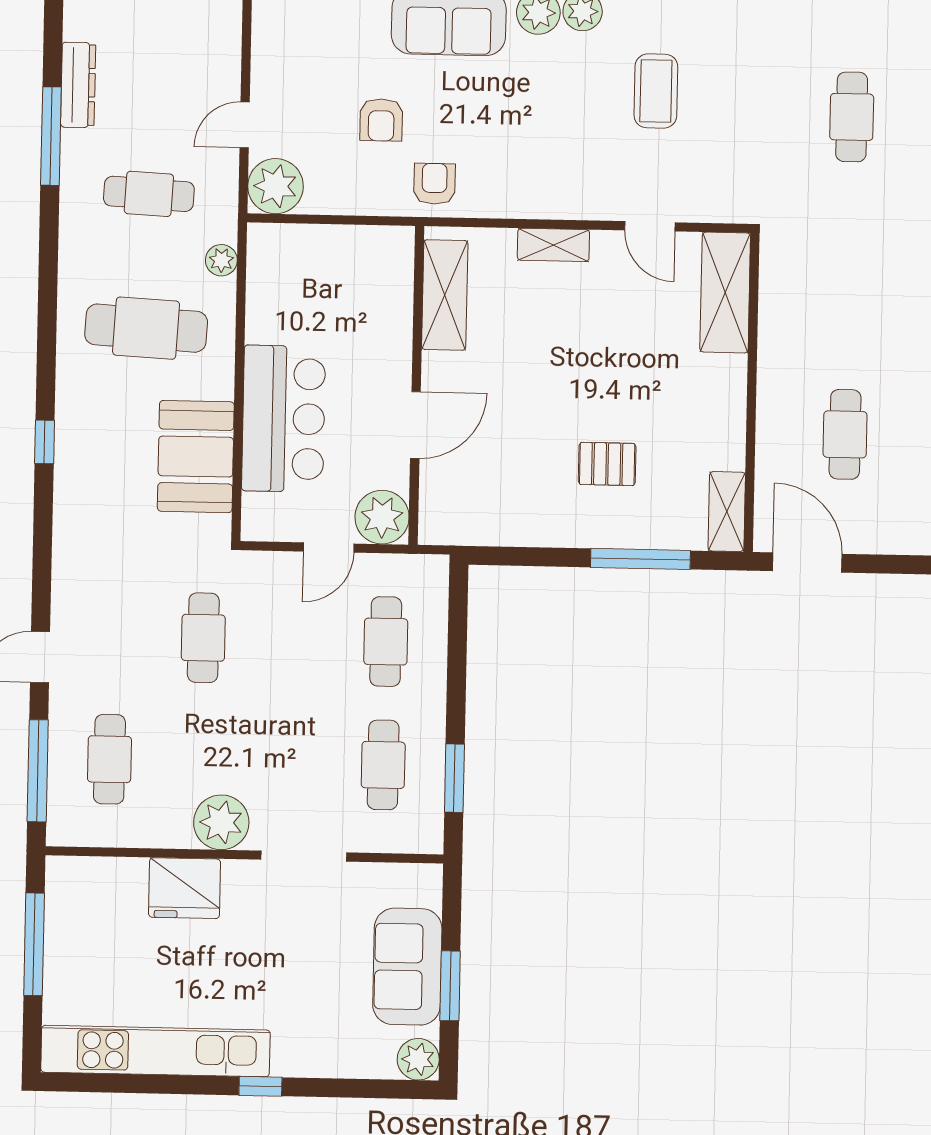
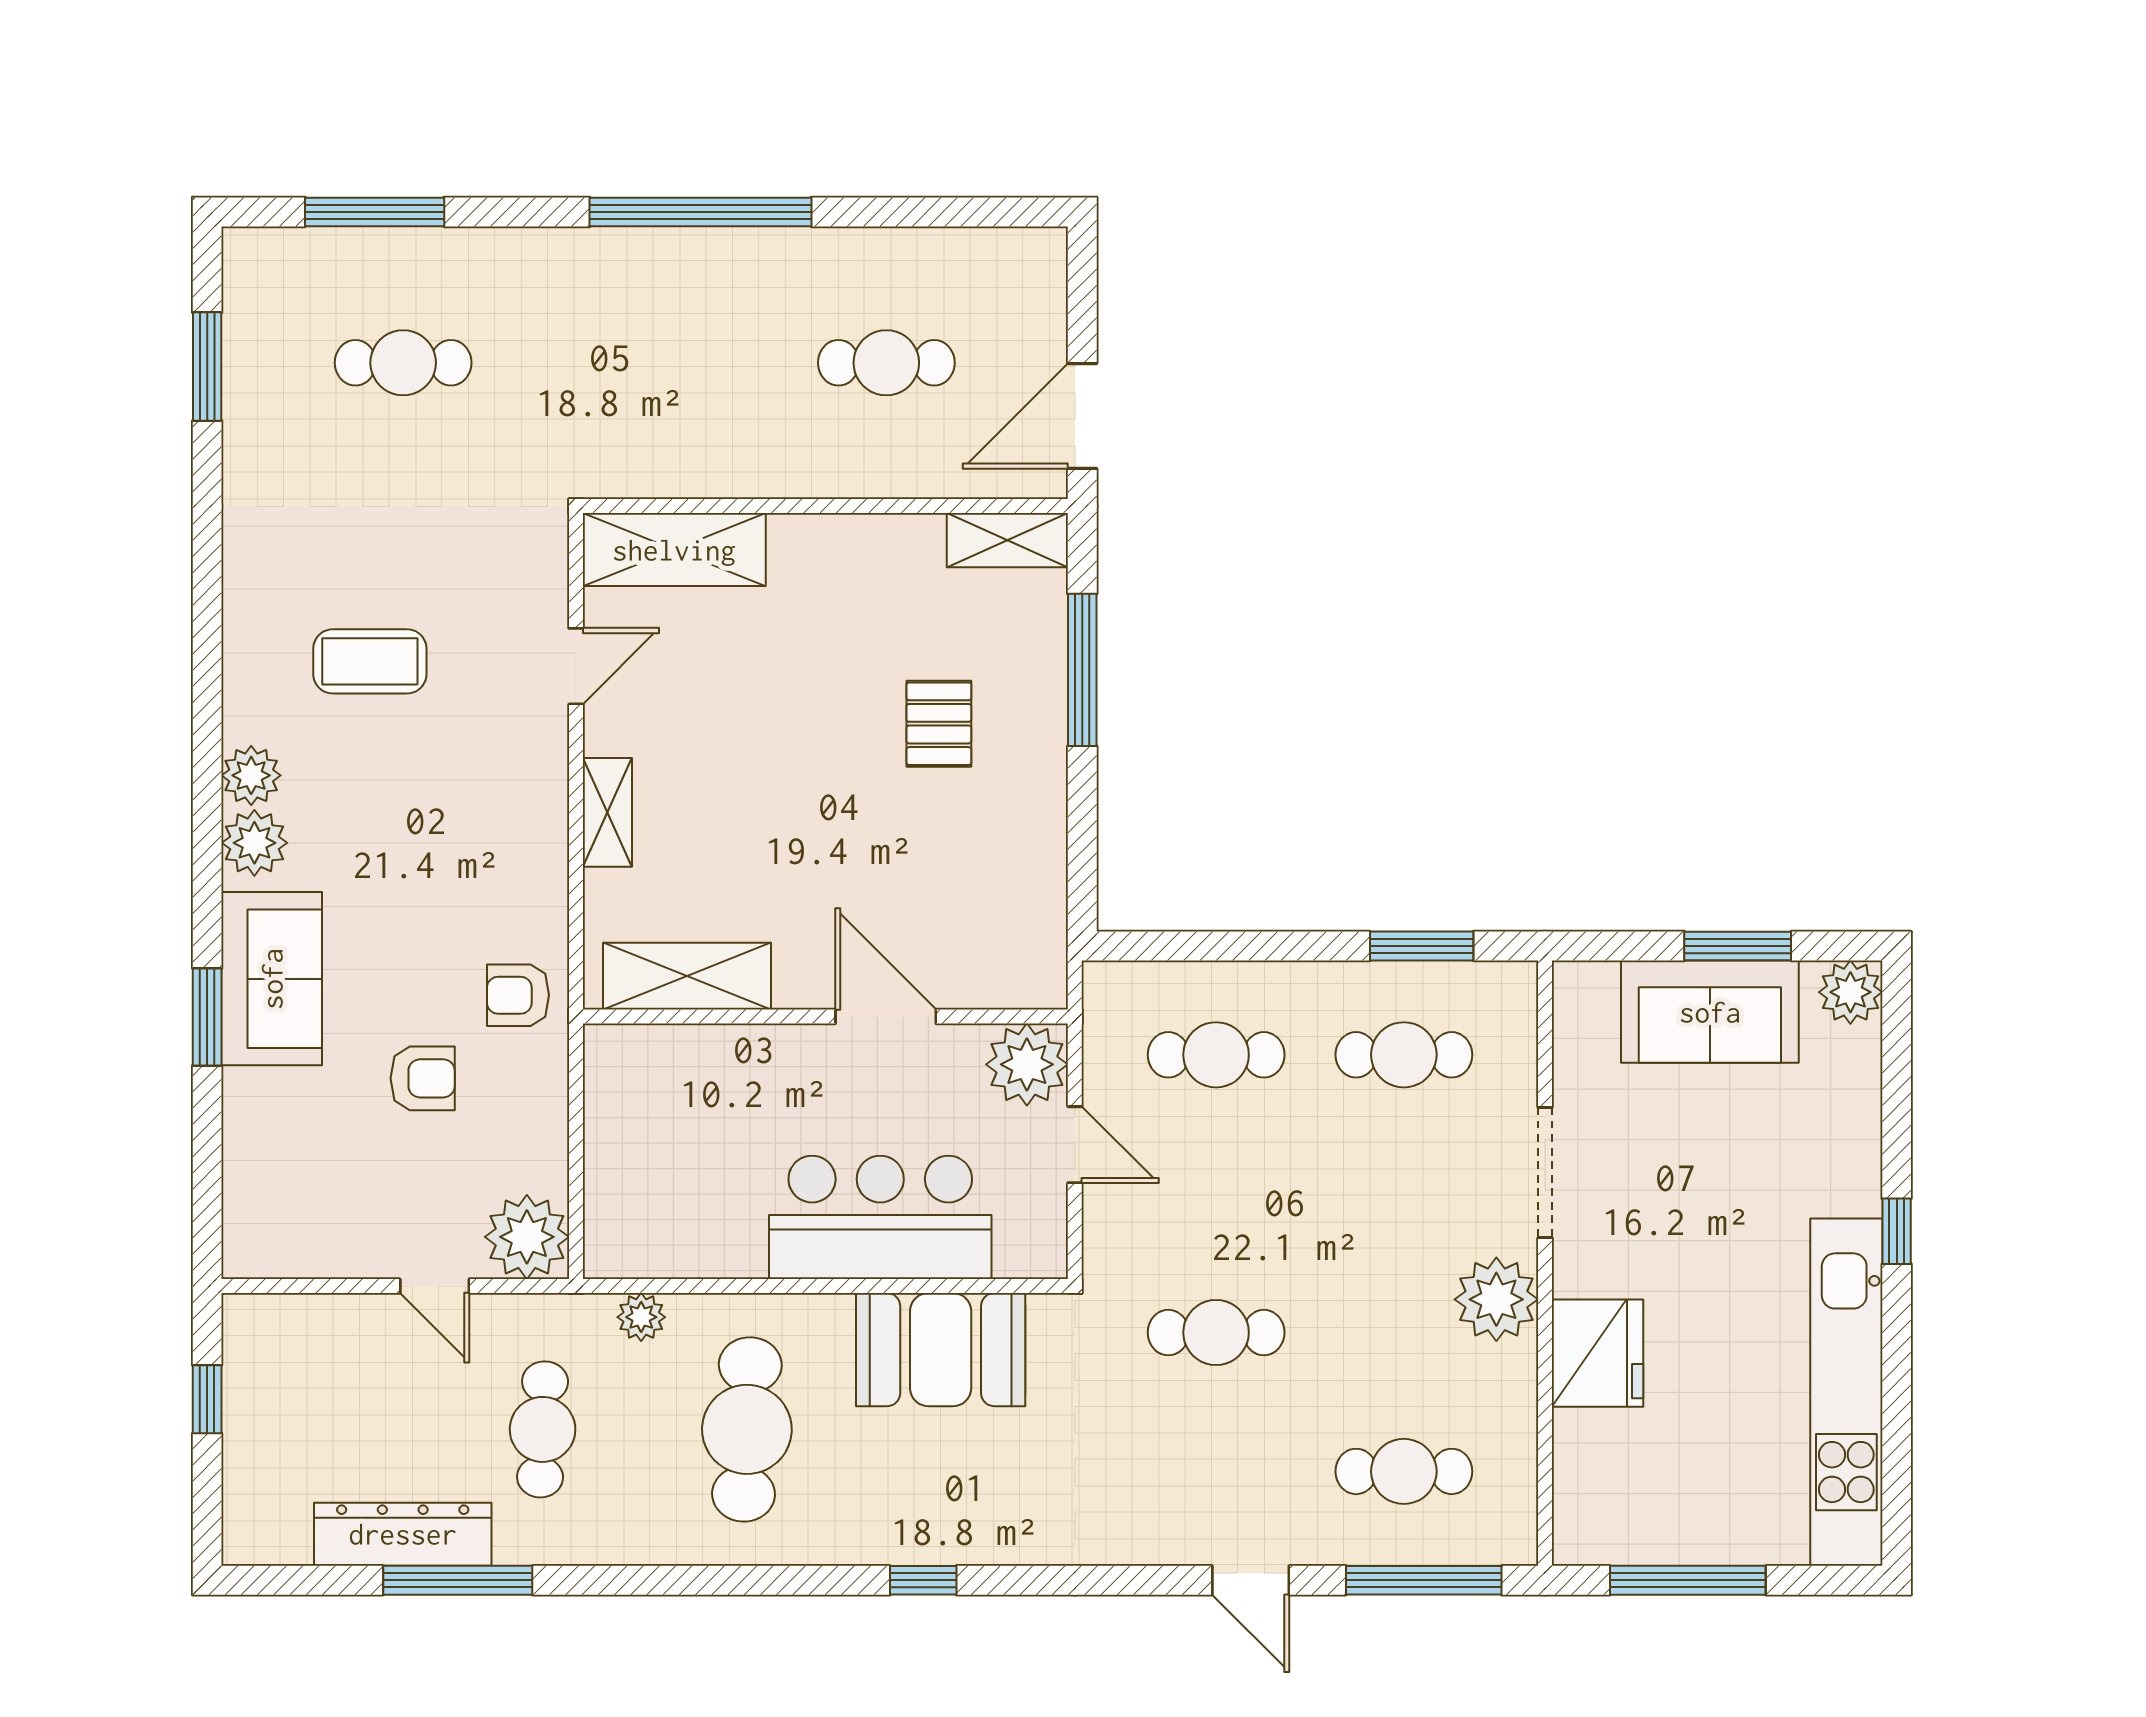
dresser: (78, 85) -> (403, 1534), width x1.37, depth x1.24

